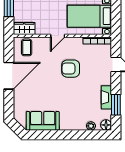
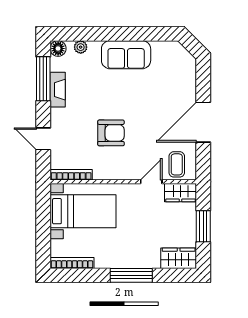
door: (58, 36) -> (151, 182), moved
window: (116, 105) -> (43, 79), width x1.44
sofa: (43, 121) -> (126, 55), moved

